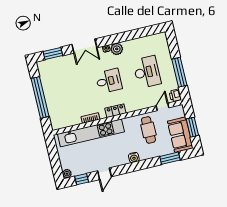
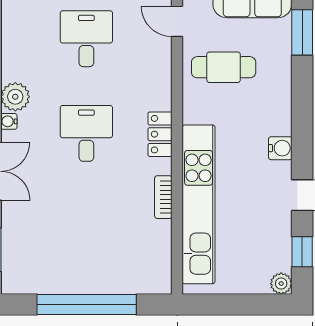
desk: (147, 72) -> (86, 39), width x0.73
water cooler: (134, 157) -> (280, 148), moved

